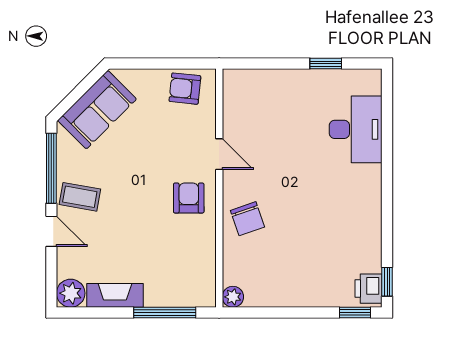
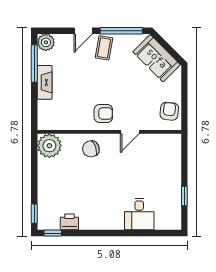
desk: (356, 129) -> (139, 214), width x0.73
printer: (369, 289) -> (69, 222), moved
fireplace: (115, 295) -> (45, 82), moved
plant: (233, 297) -> (49, 146), width x1.88, depth x1.88
window: (165, 312) -> (34, 64), moved

